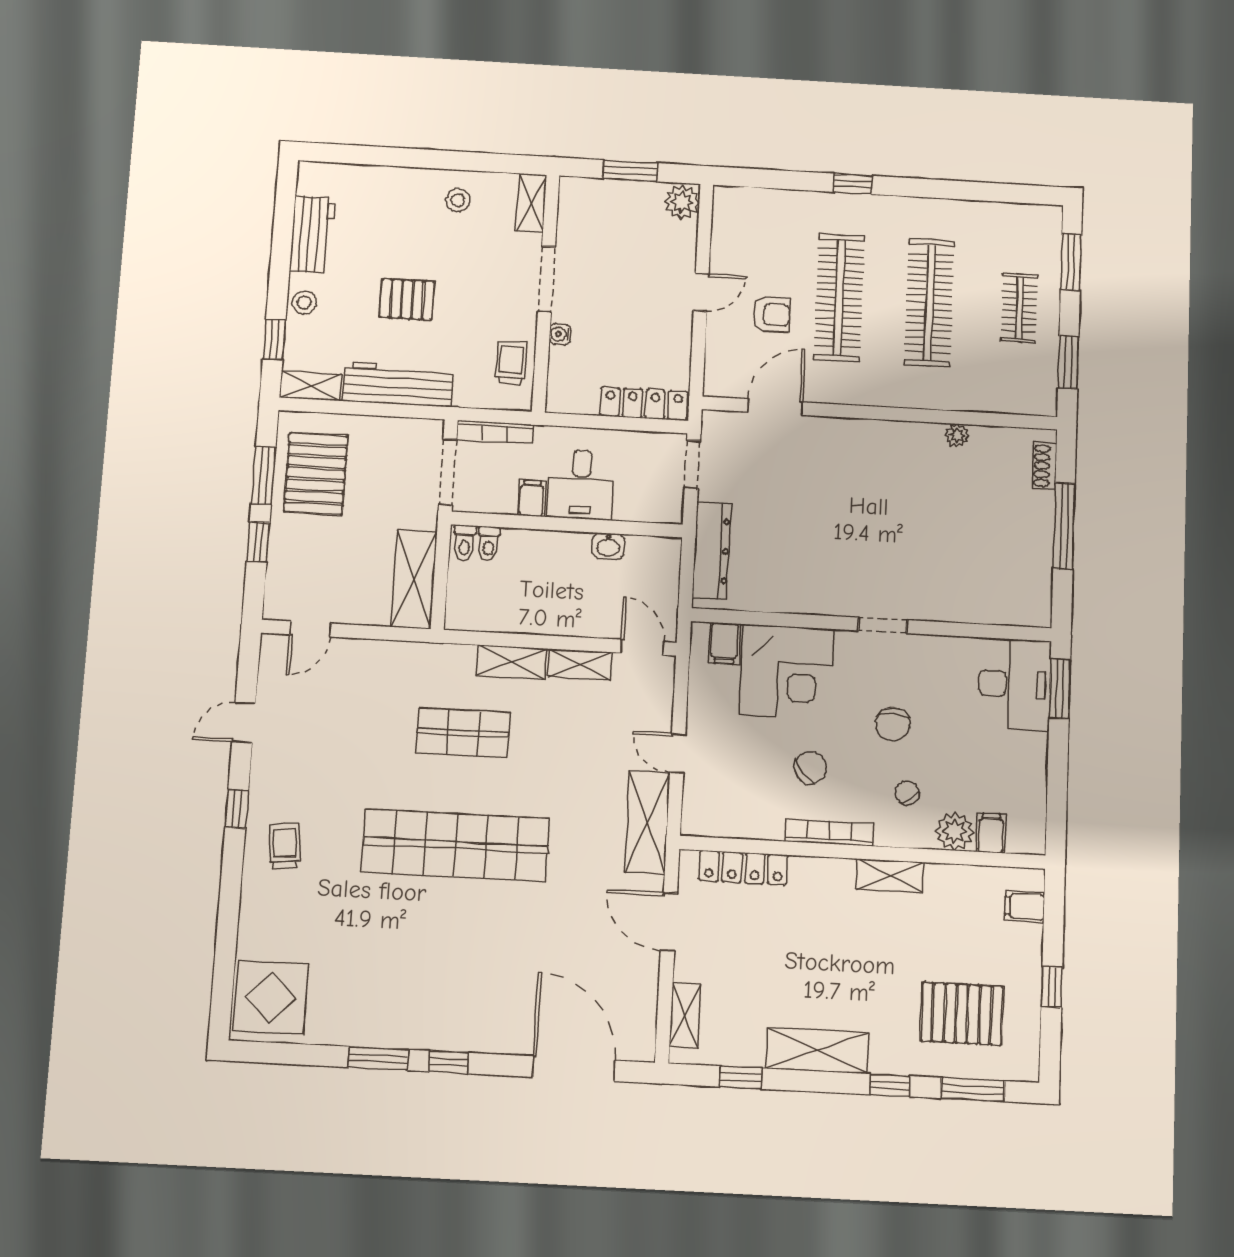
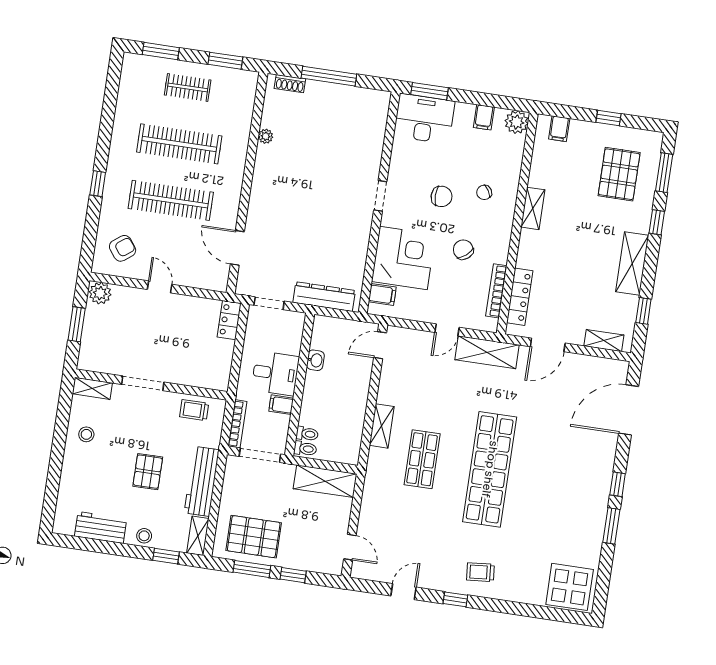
armchair: (771, 315) -> (123, 248), moved, turned 53
water cooler: (560, 334) -> (179, 378), removed
locker: (644, 404) -> (229, 320), width x0.66
shelving: (580, 664) -> (387, 384), removed
door: (244, 722) -> (403, 592), swing flipped
plant: (955, 831) -> (517, 122), moved
bookcase: (829, 833) -> (496, 291), moved
filing cabinet: (991, 833) -> (484, 117), moved, turned -90

